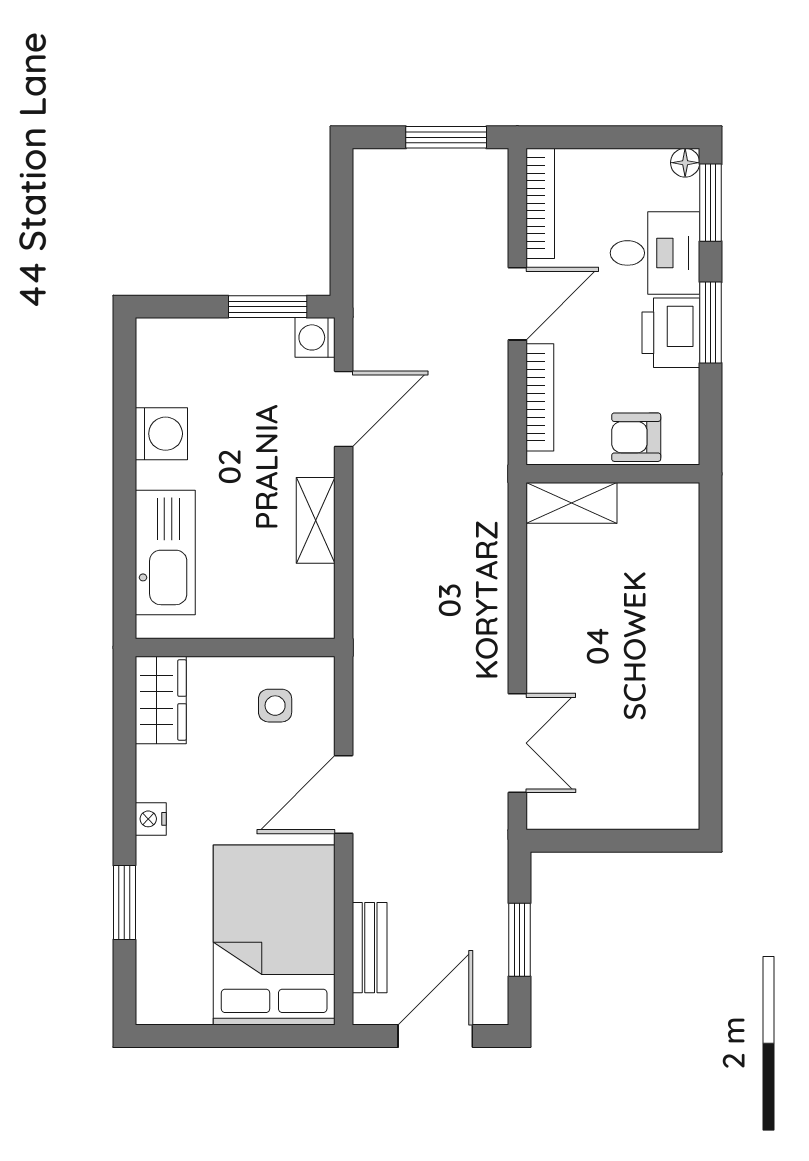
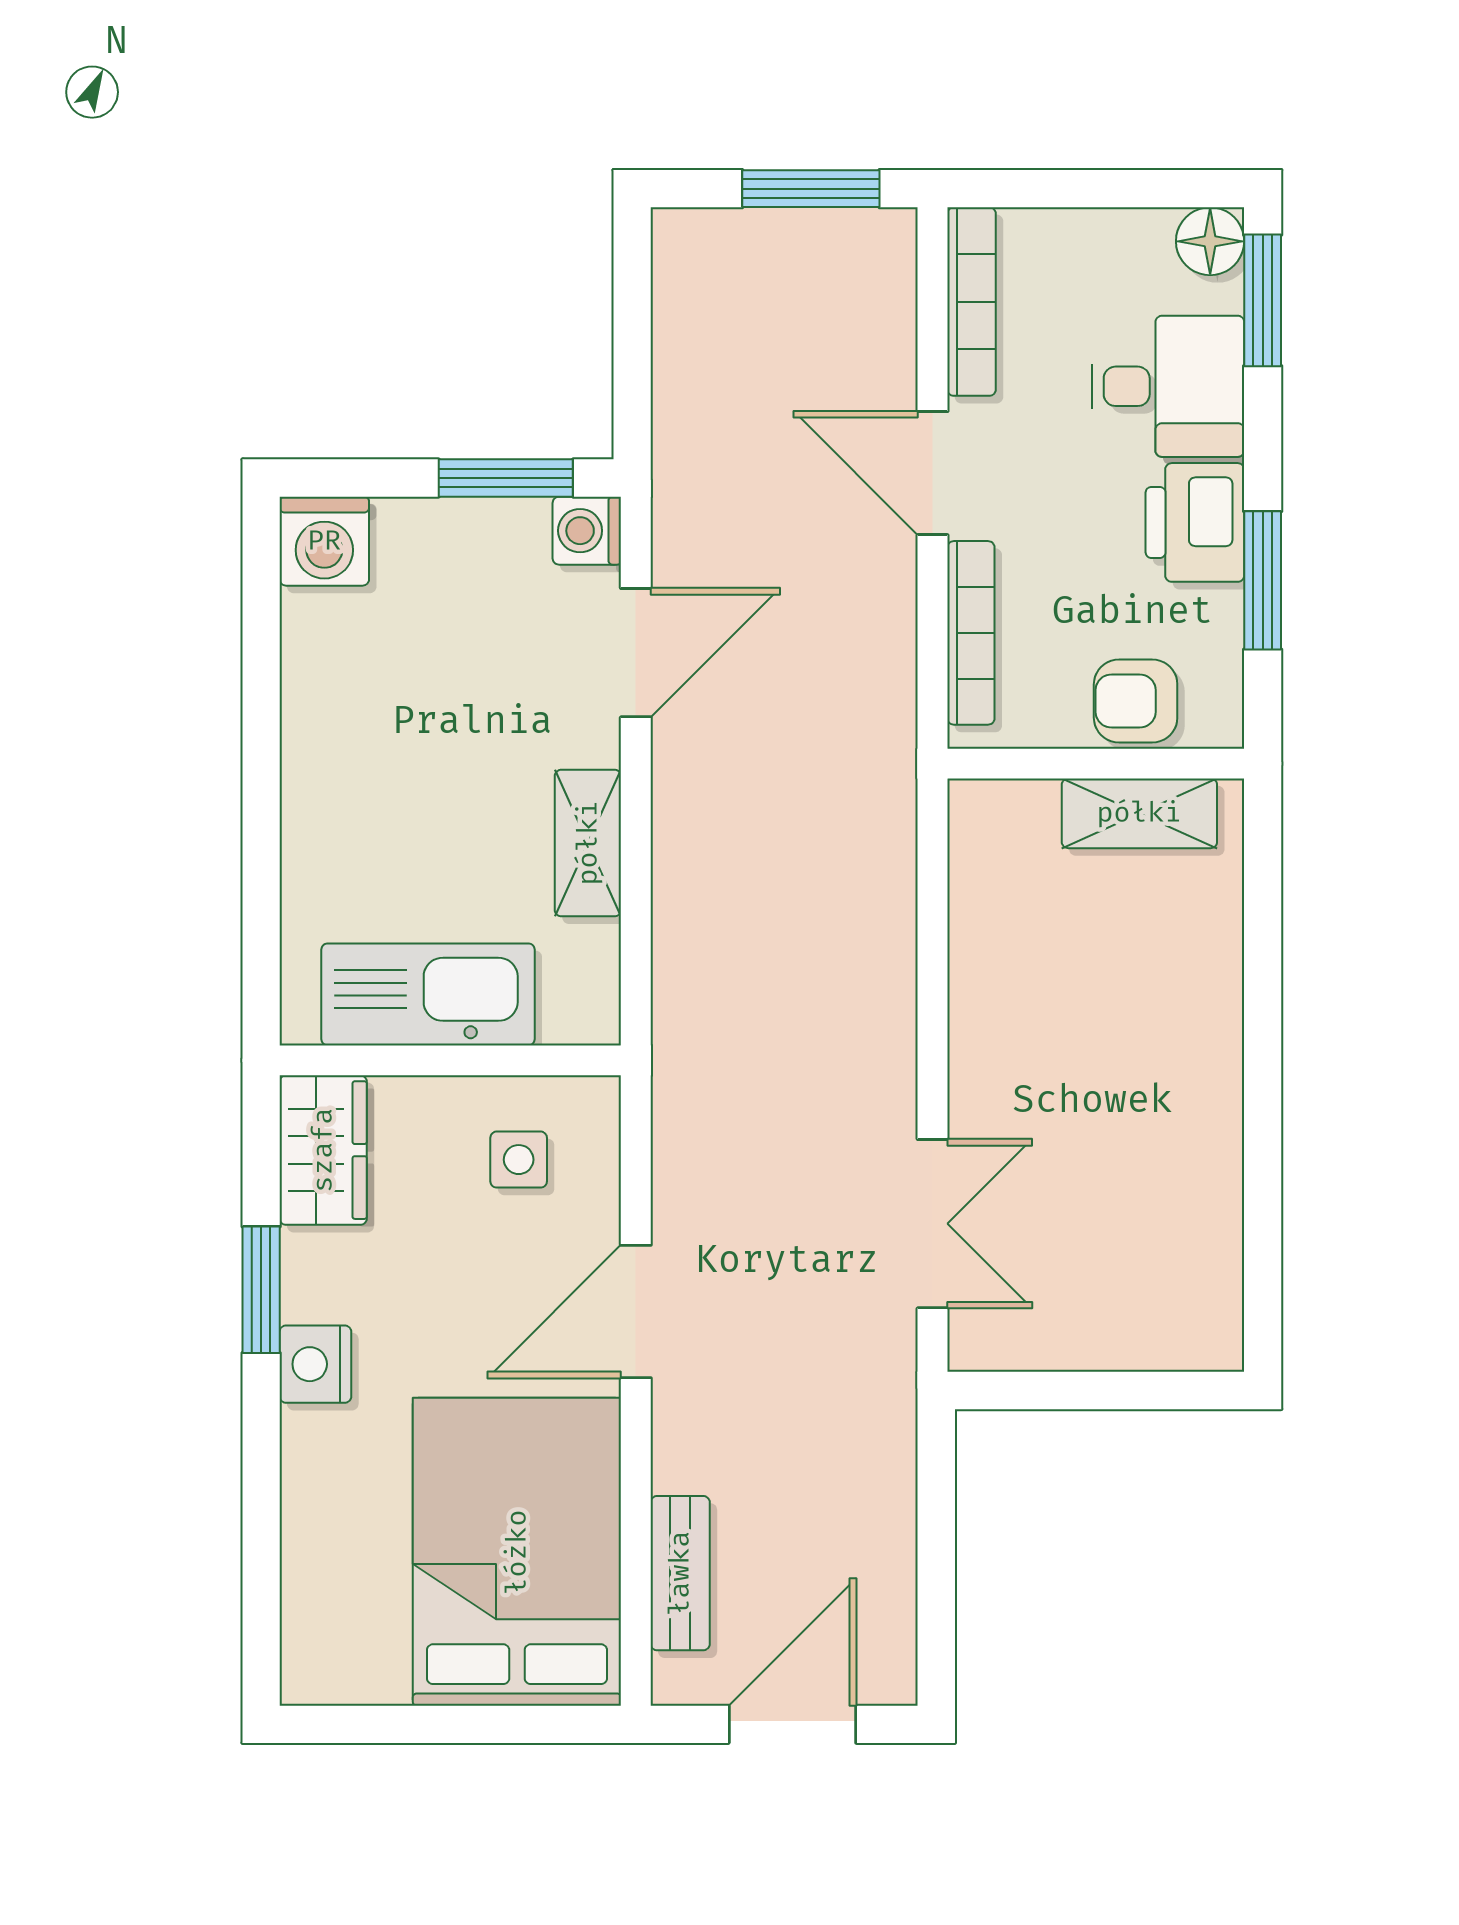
floor lamp: (685, 163) -> (1210, 241), width x1.37, depth x1.37
door: (517, 304) -> (933, 473), swing flipped
window: (711, 323) -> (1263, 580), moved
washing machine: (161, 434) -> (324, 541), moved, turned 90
shelving: (571, 503) -> (1139, 813), moved
kitchen sink: (165, 553) -> (428, 994), moved, turned -90
nightstand: (151, 819) -> (315, 1364), width x1.39, depth x1.35
window: (124, 902) -> (261, 1290), moved
window: (520, 940) -> (936, 1560), removed

